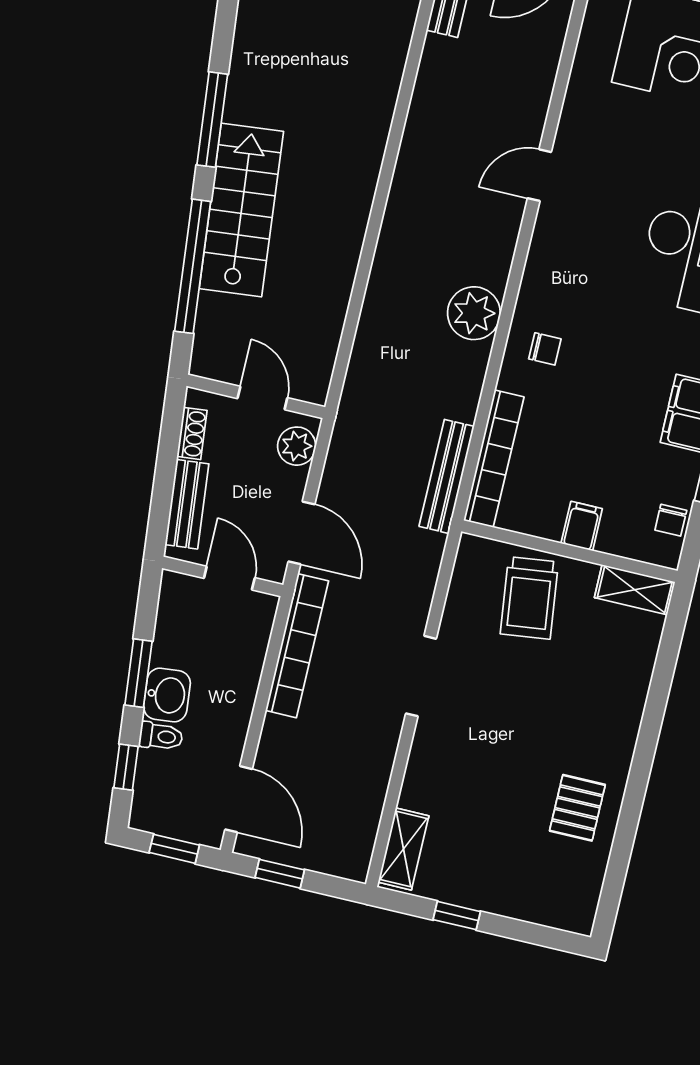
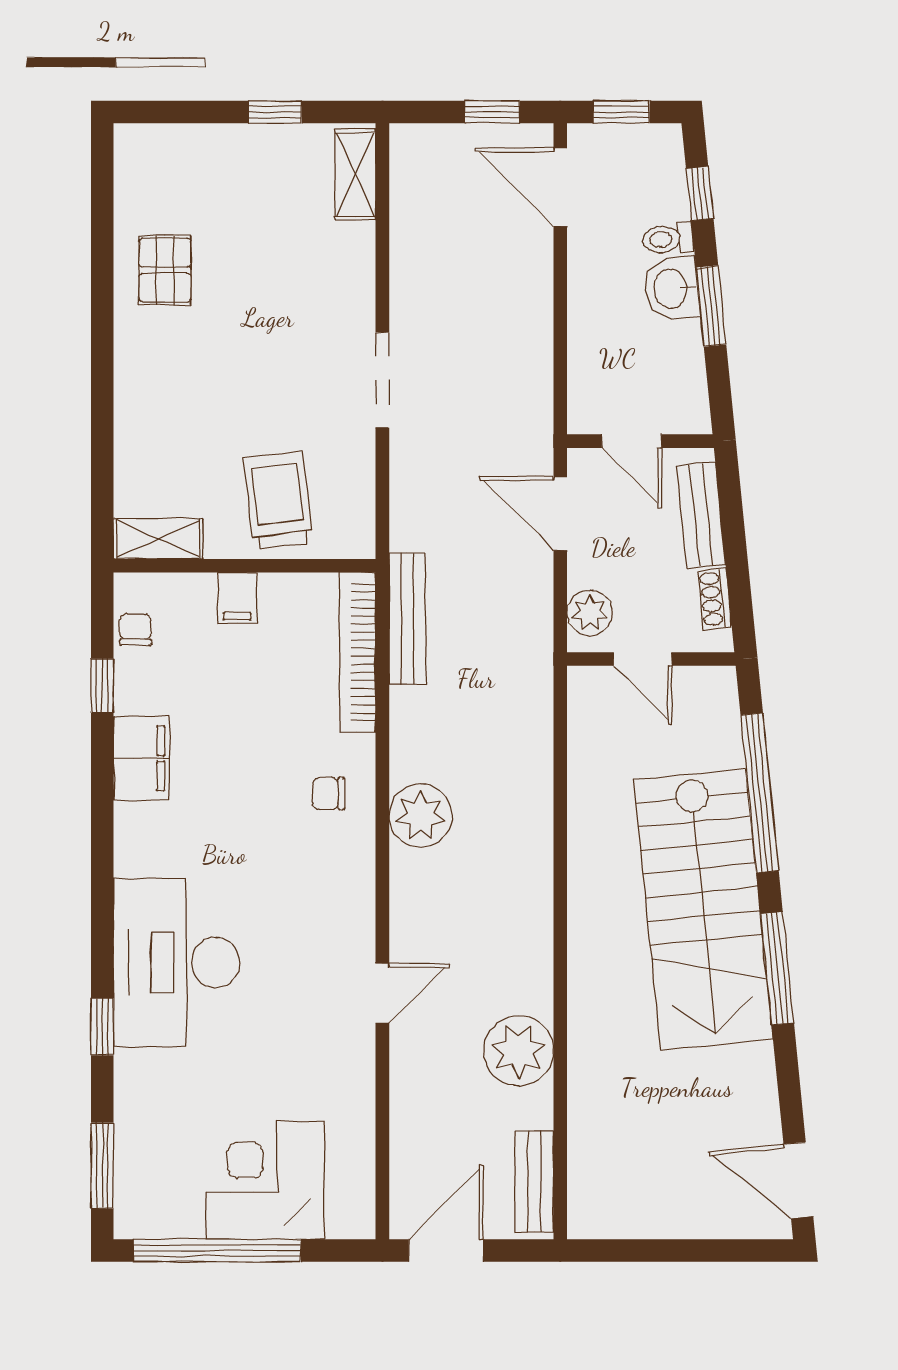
plant: (439, 102) -> (519, 1051), added
stairs: (241, 210) -> (703, 909), width x1.36, depth x1.51
bookcase: (297, 646) -> (535, 381), removed

